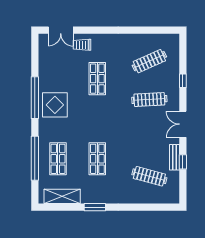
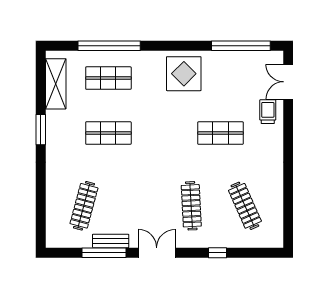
window: (35, 98) -> (241, 46), moved
window: (183, 162) -> (104, 253), width x2.17

